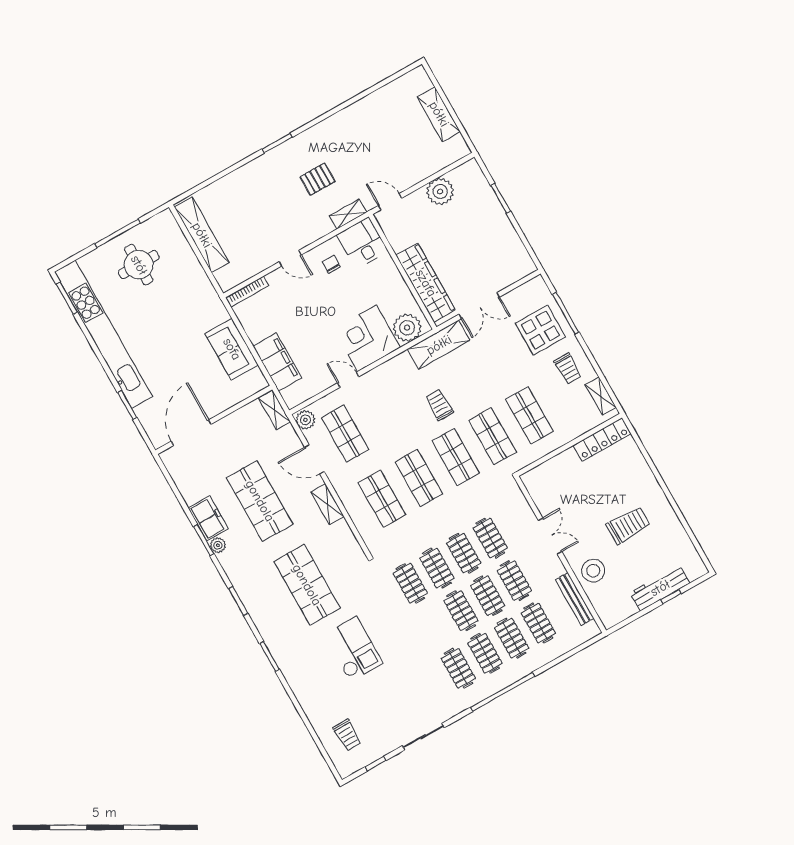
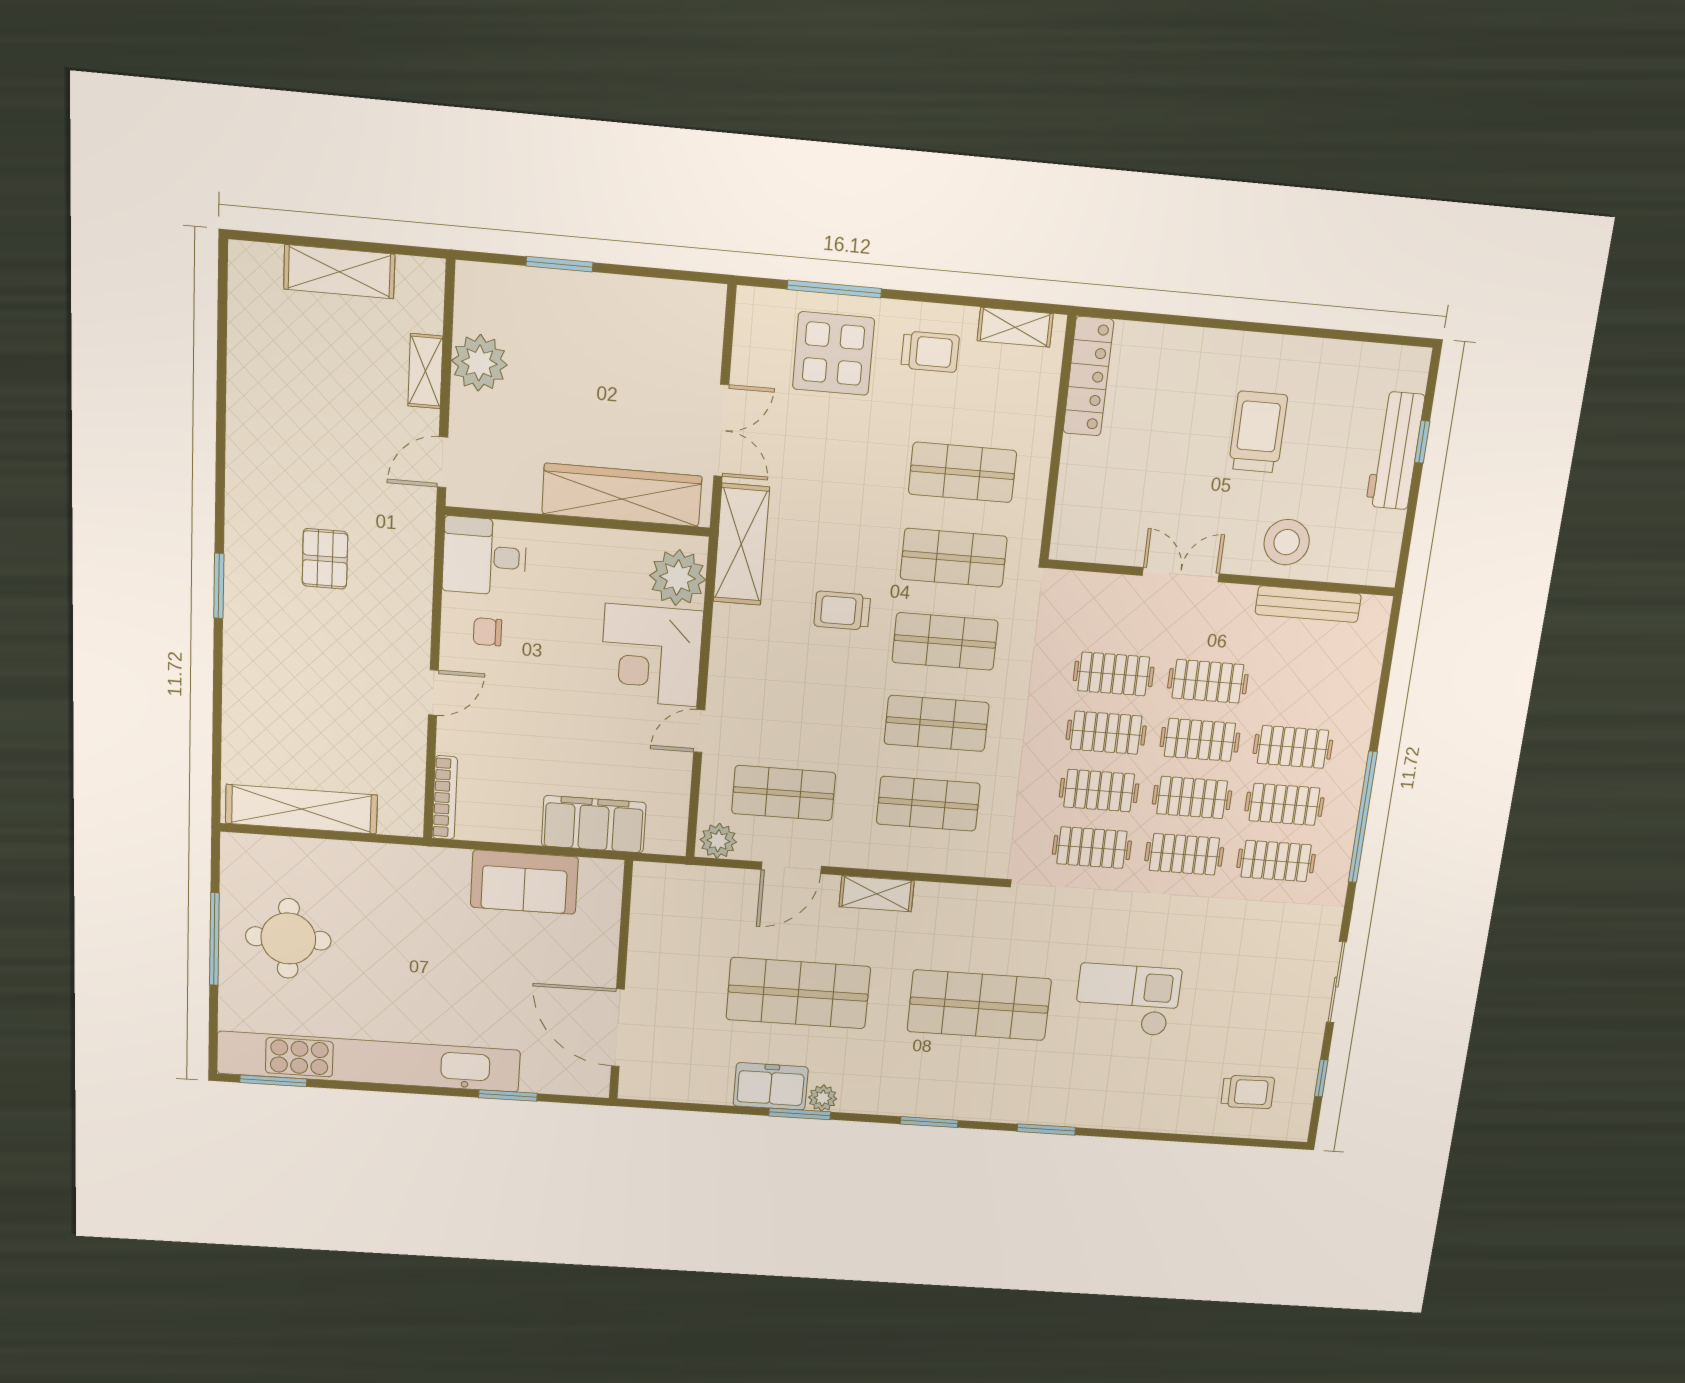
shelving: (348, 214) -> (425, 371), moved
shelving: (275, 410) -> (669, 878), removed
clothes rail: (538, 623) -> (1184, 854), moved

